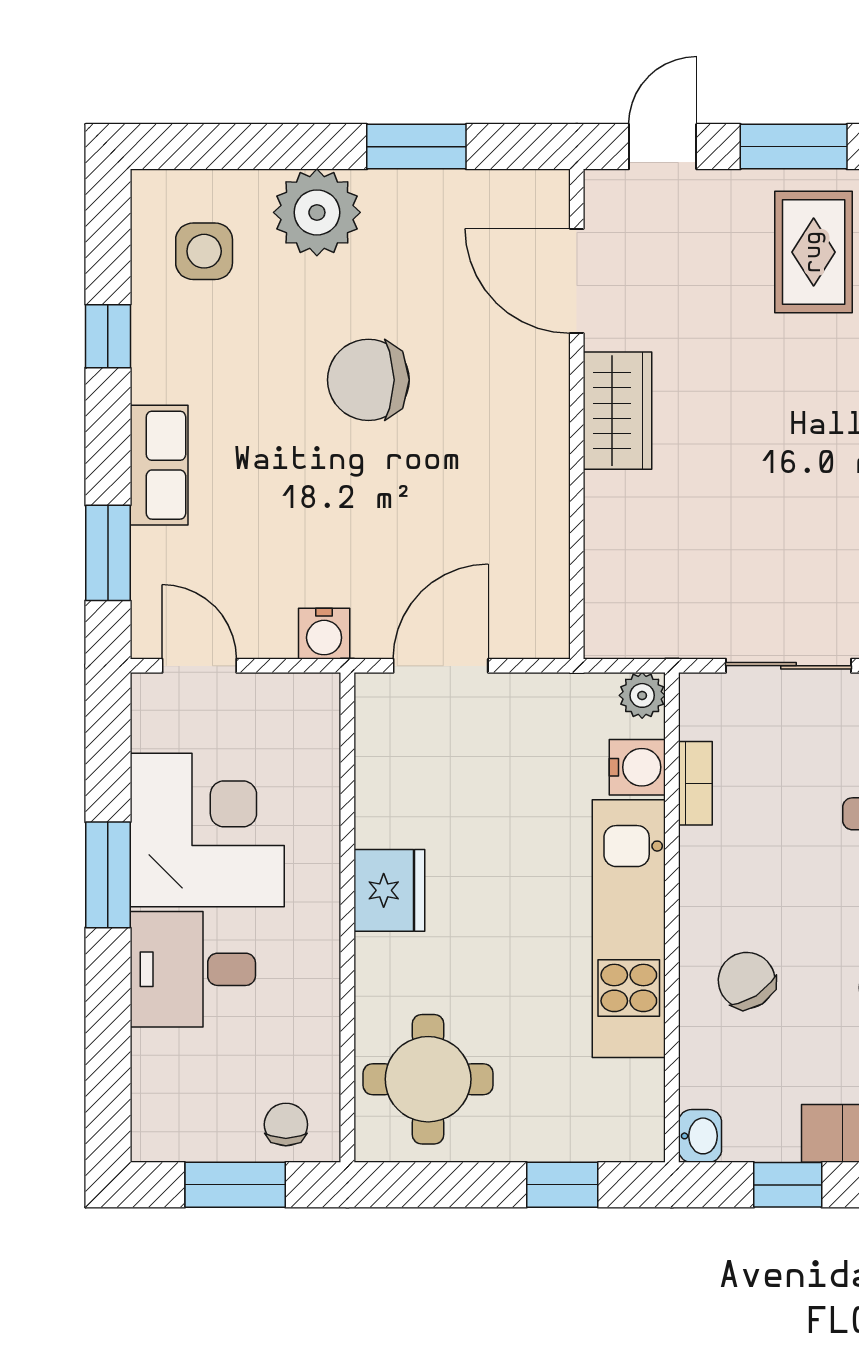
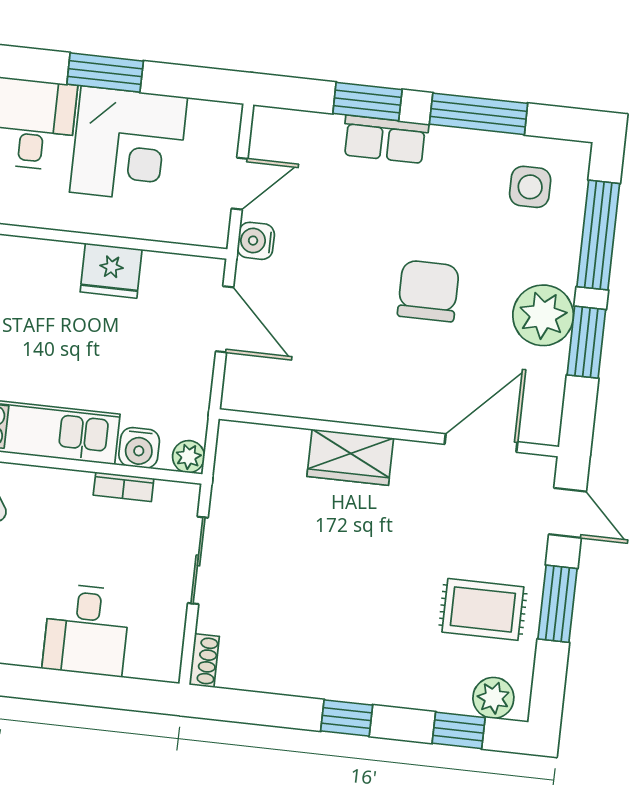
window: (262, 147) -> (598, 235), added
plant: (317, 212) -> (543, 315), moved
window: (108, 336) -> (479, 114), width x2.17
wardrobe: (618, 411) -> (350, 457), moved
window: (108, 553) -> (367, 102), moved
door: (199, 666) -> (240, 184), moved
fridge: (389, 890) -> (111, 271), moved

